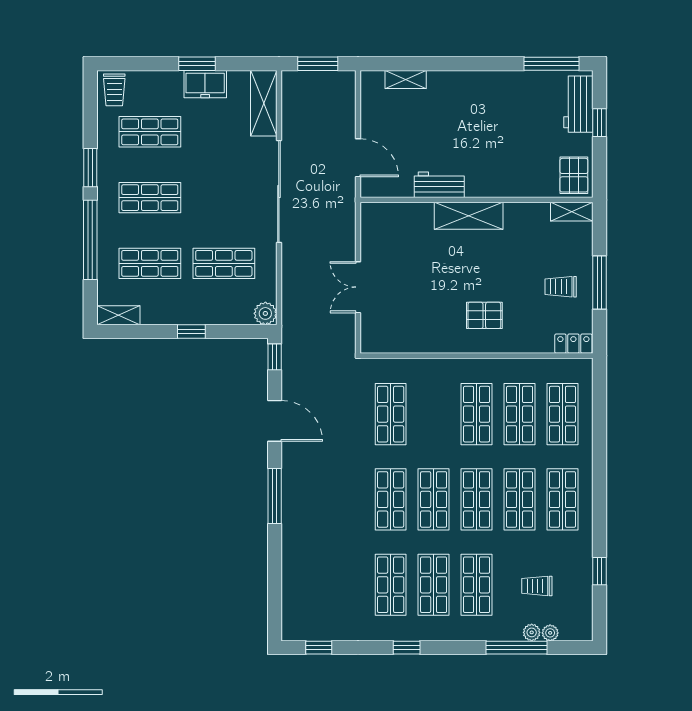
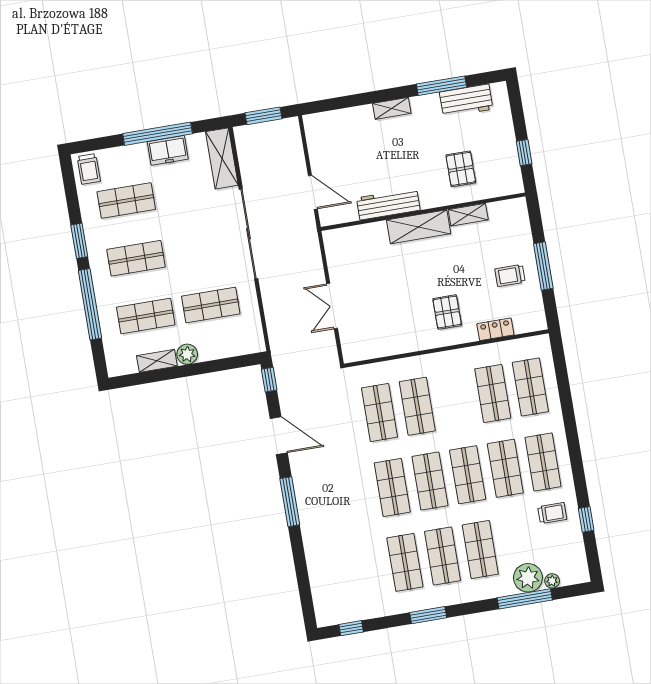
window: (197, 64) -> (158, 134), width x2.11
window: (551, 64) -> (442, 86), moved
shelving: (406, 80) -> (392, 108), moved
workbench: (578, 104) -> (466, 101), moved, turned -90
window: (599, 123) -> (524, 153), moved
pallet: (574, 175) -> (461, 169), moved
workbench: (439, 185) -> (388, 204), width x1.38
shelving: (572, 212) -> (468, 215), moved
plant: (265, 313) -> (187, 354), moved
shelving: (118, 315) -> (157, 361), moved
pallet: (484, 315) -> (447, 312), turned 90
window: (191, 332) -> (192, 370), removed
locker: (573, 344) -> (495, 329), moved
shop shelf: (477, 414) -> (417, 406), moved
trolley: (537, 586) -> (552, 513), moved, turned 180
plant: (532, 632) -> (528, 578), width x1.88, depth x1.88
window: (407, 648) -> (428, 615), width x1.50

